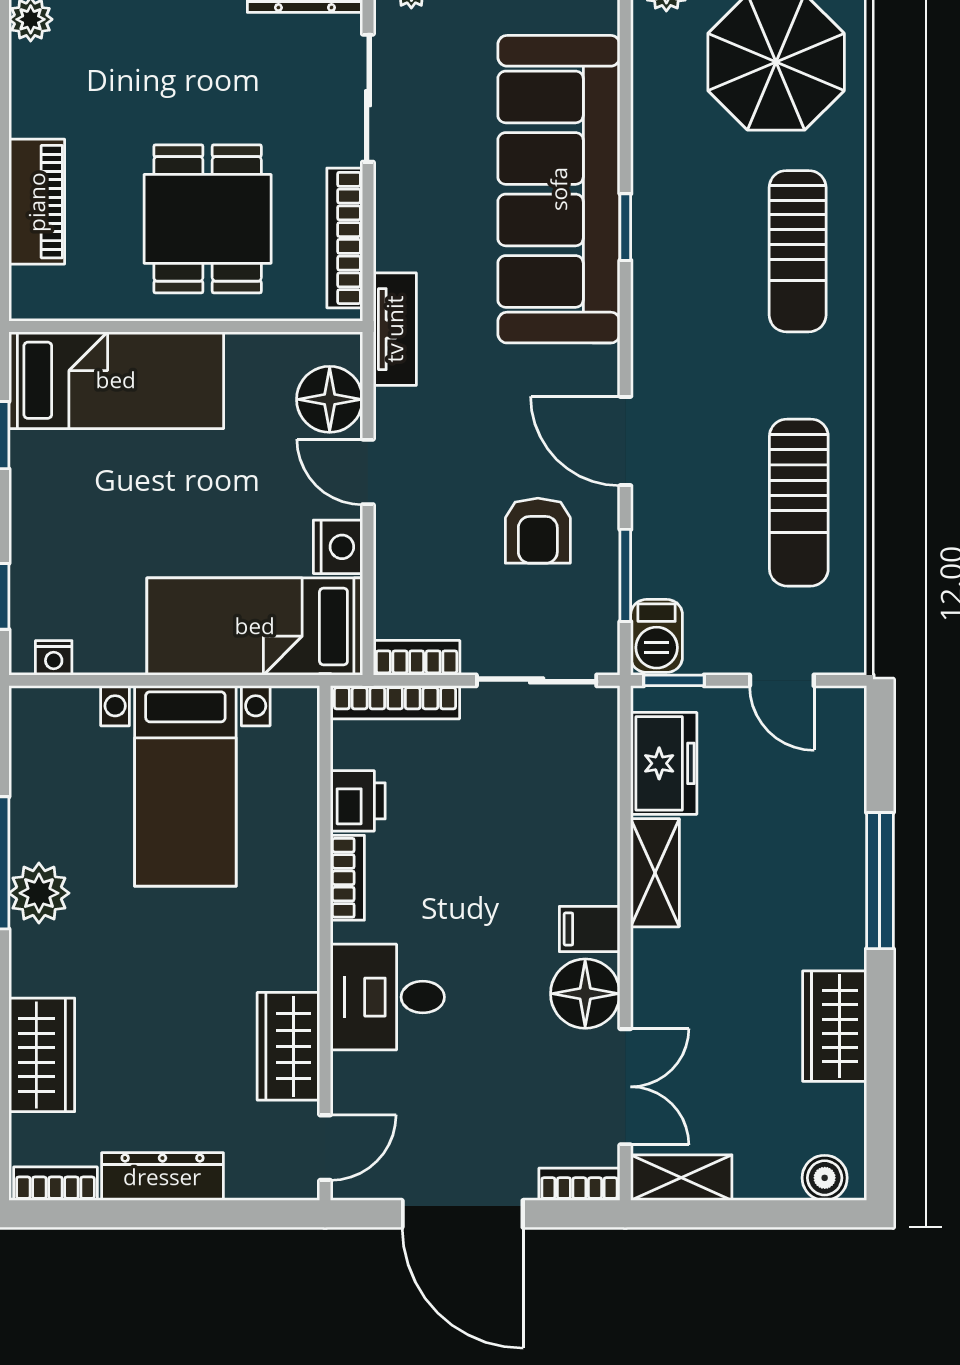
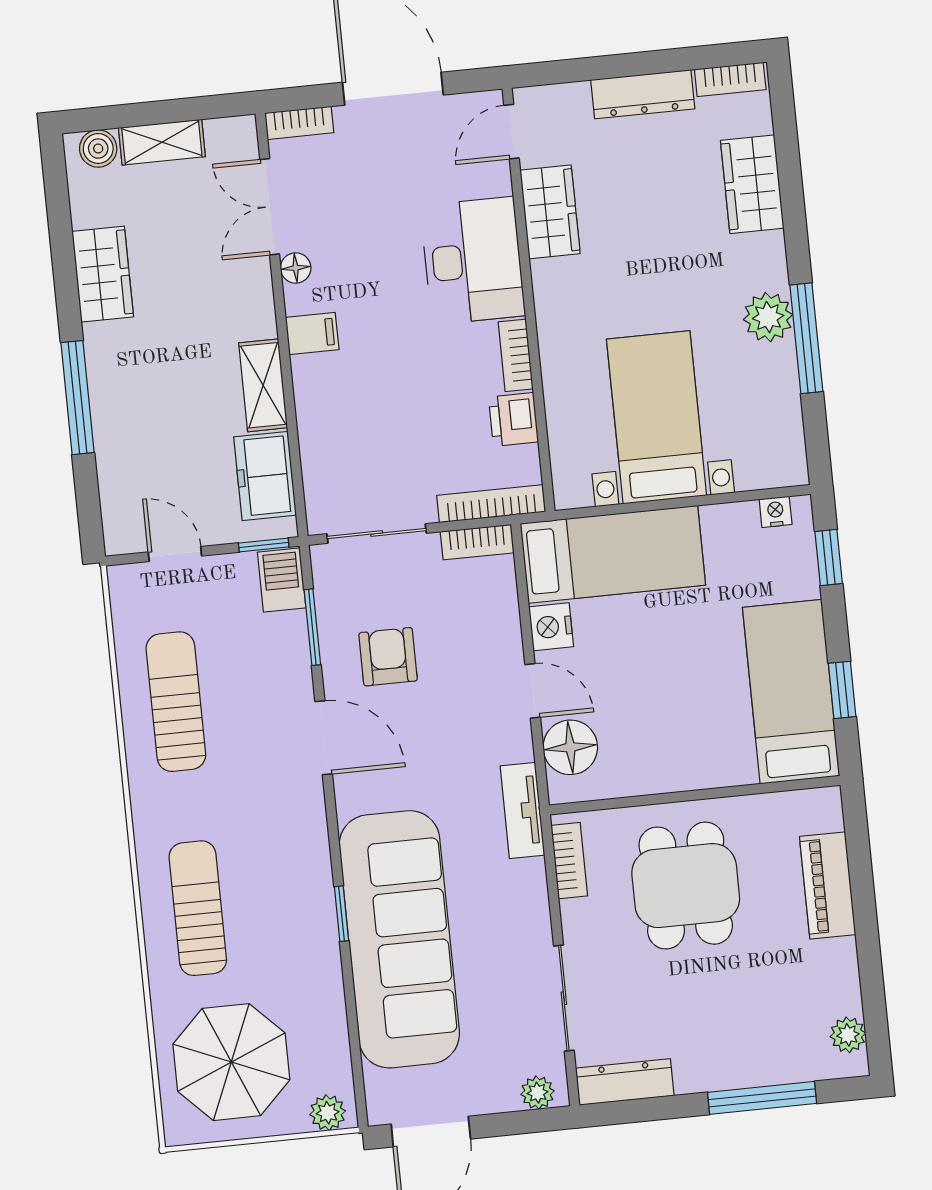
bookcase: (345, 238) -> (569, 861), width x0.64
bed: (116, 380) -> (791, 692), moved, turned 90
floor lamp: (585, 994) -> (296, 268), width x0.53, depth x0.53
desk: (387, 997) -> (473, 261), width x1.37
shelving: (681, 1178) -> (162, 142), moved

